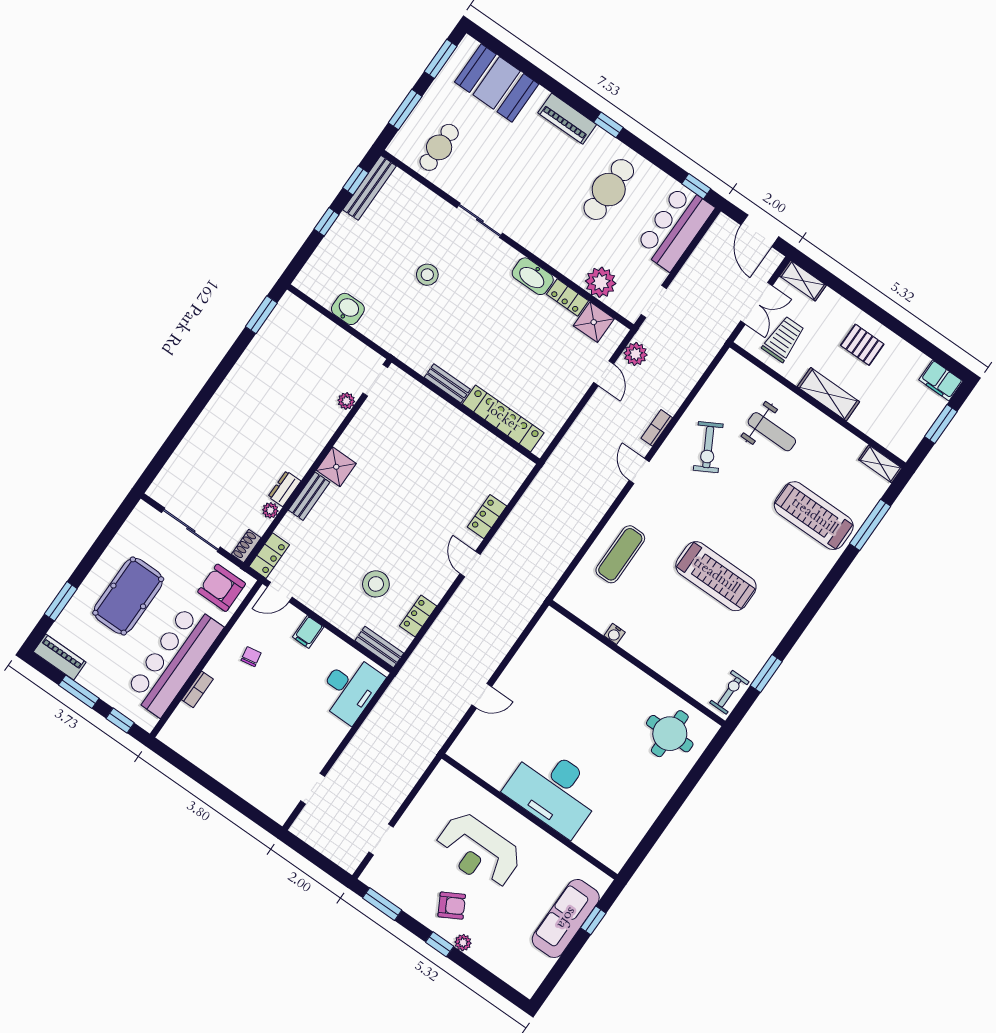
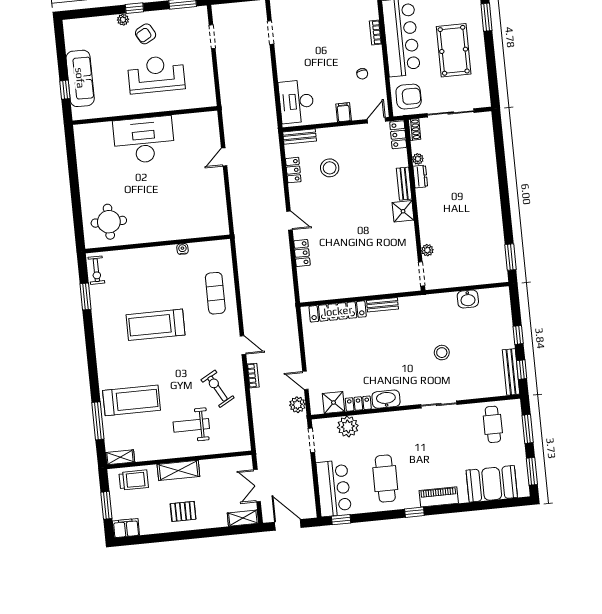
trolley: (783, 339) -> (134, 480), moved, turned -90

